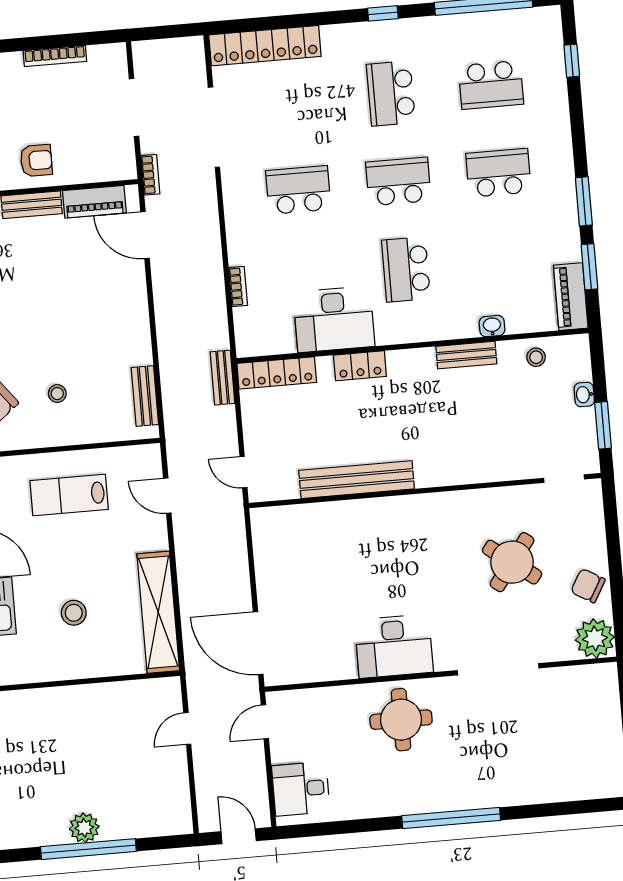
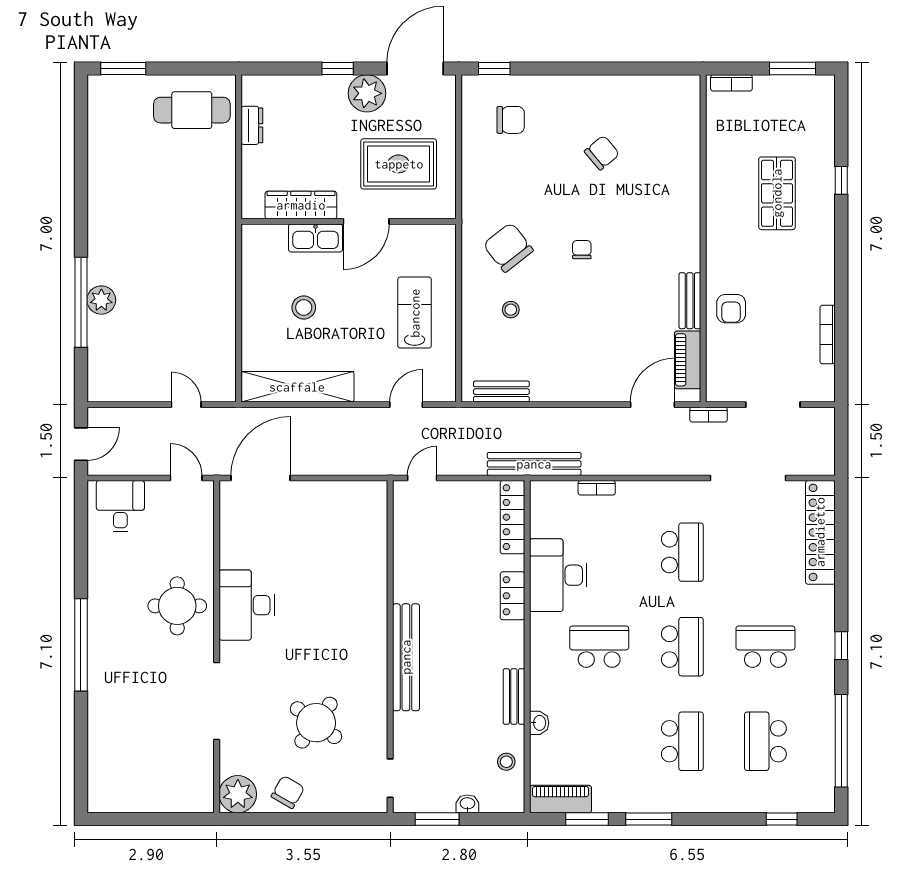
bench: (223, 378) -> (534, 464), width x1.86, depth x1.21
bench: (357, 480) -> (406, 657), moved

